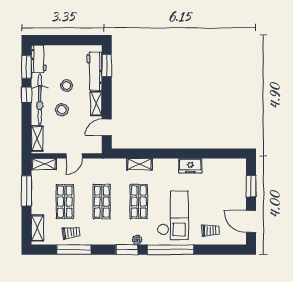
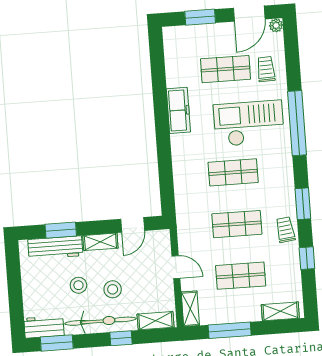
window: (107, 65) -> (61, 230), moved
window: (27, 95) -> (121, 338), moved
door: (107, 127) -> (133, 225), hinge flipped
shelving: (140, 164) -> (181, 175), removed
freezer: (190, 166) -> (178, 110), width x1.40
shop shelf: (213, 202) -> (225, 69), added
trolley: (71, 233) -> (285, 230), moved
plant: (137, 240) -> (276, 25), moved
window: (74, 250) -> (307, 258), width x0.46
window: (127, 250) -> (303, 204), moved

